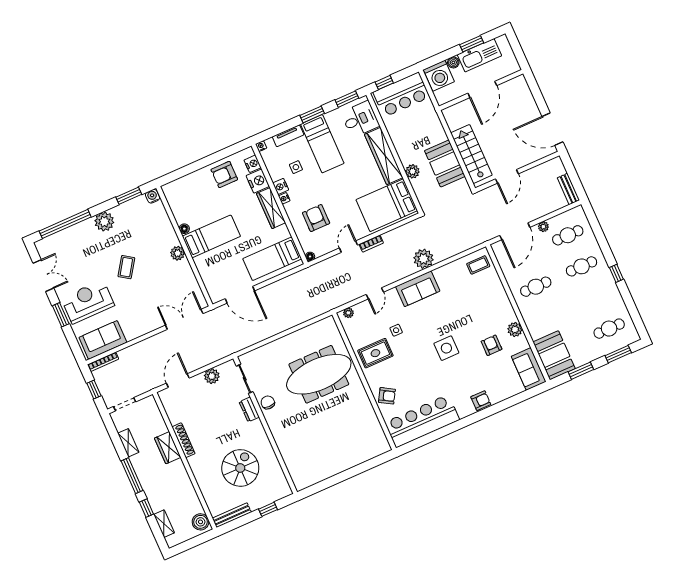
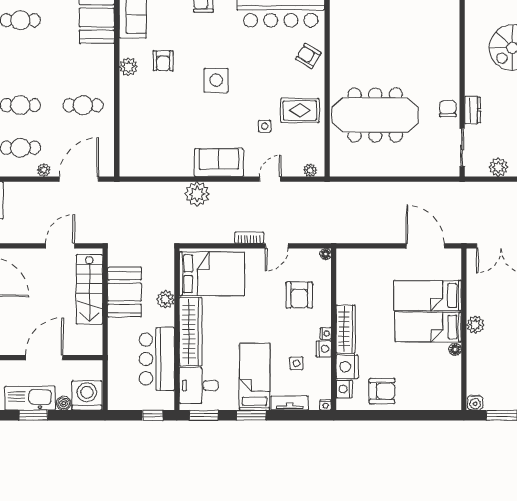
bar counter: (401, 95) -> (157, 359), moved, turned -90
bed: (272, 259) -> (428, 296), moved, turned 180
coffee table: (478, 265) -> (138, 159), removed
chair: (268, 402) -> (448, 109), turned 180

